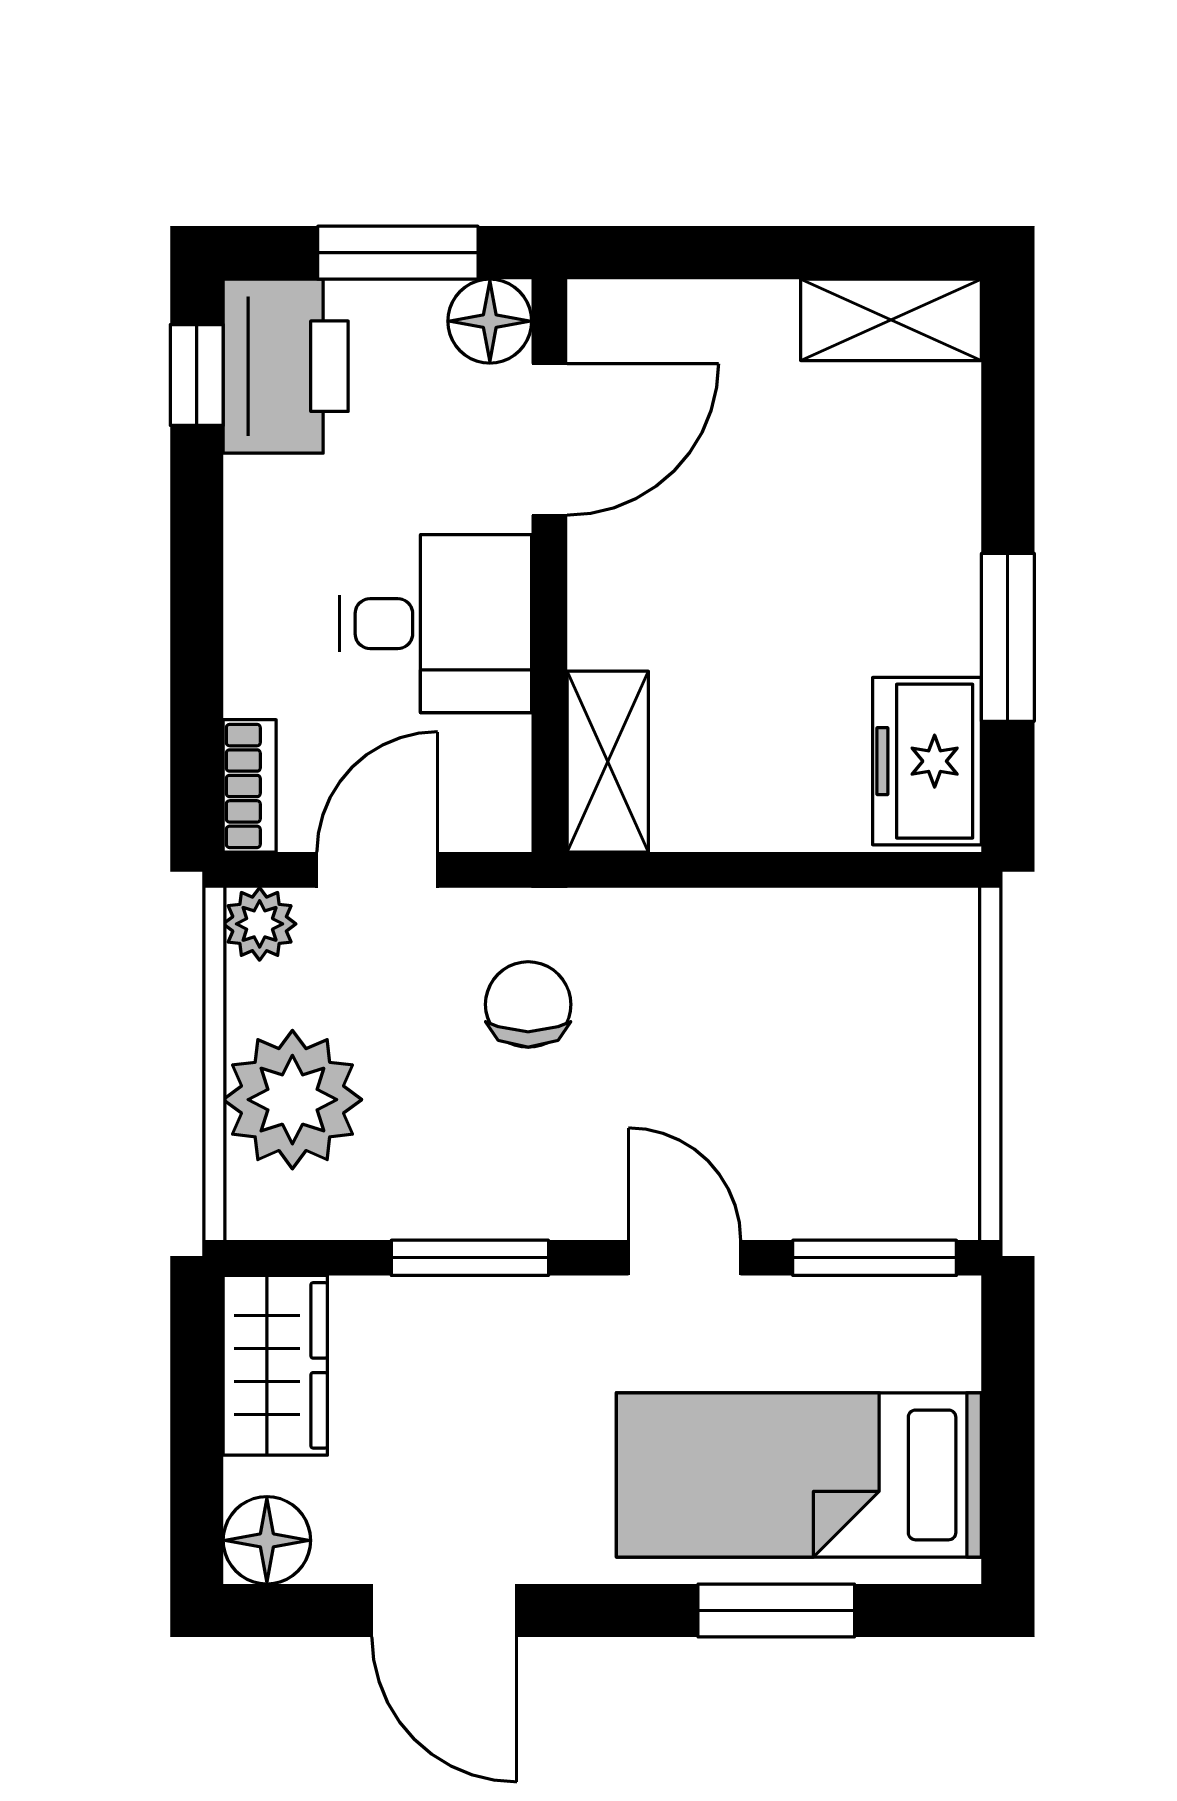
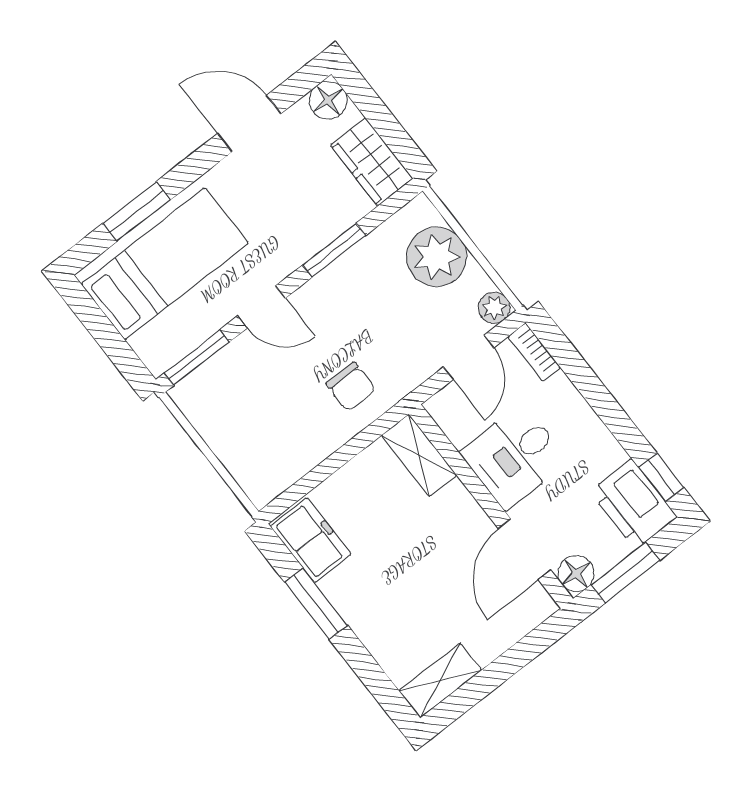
chair: (528, 1004) -> (351, 387), moved

